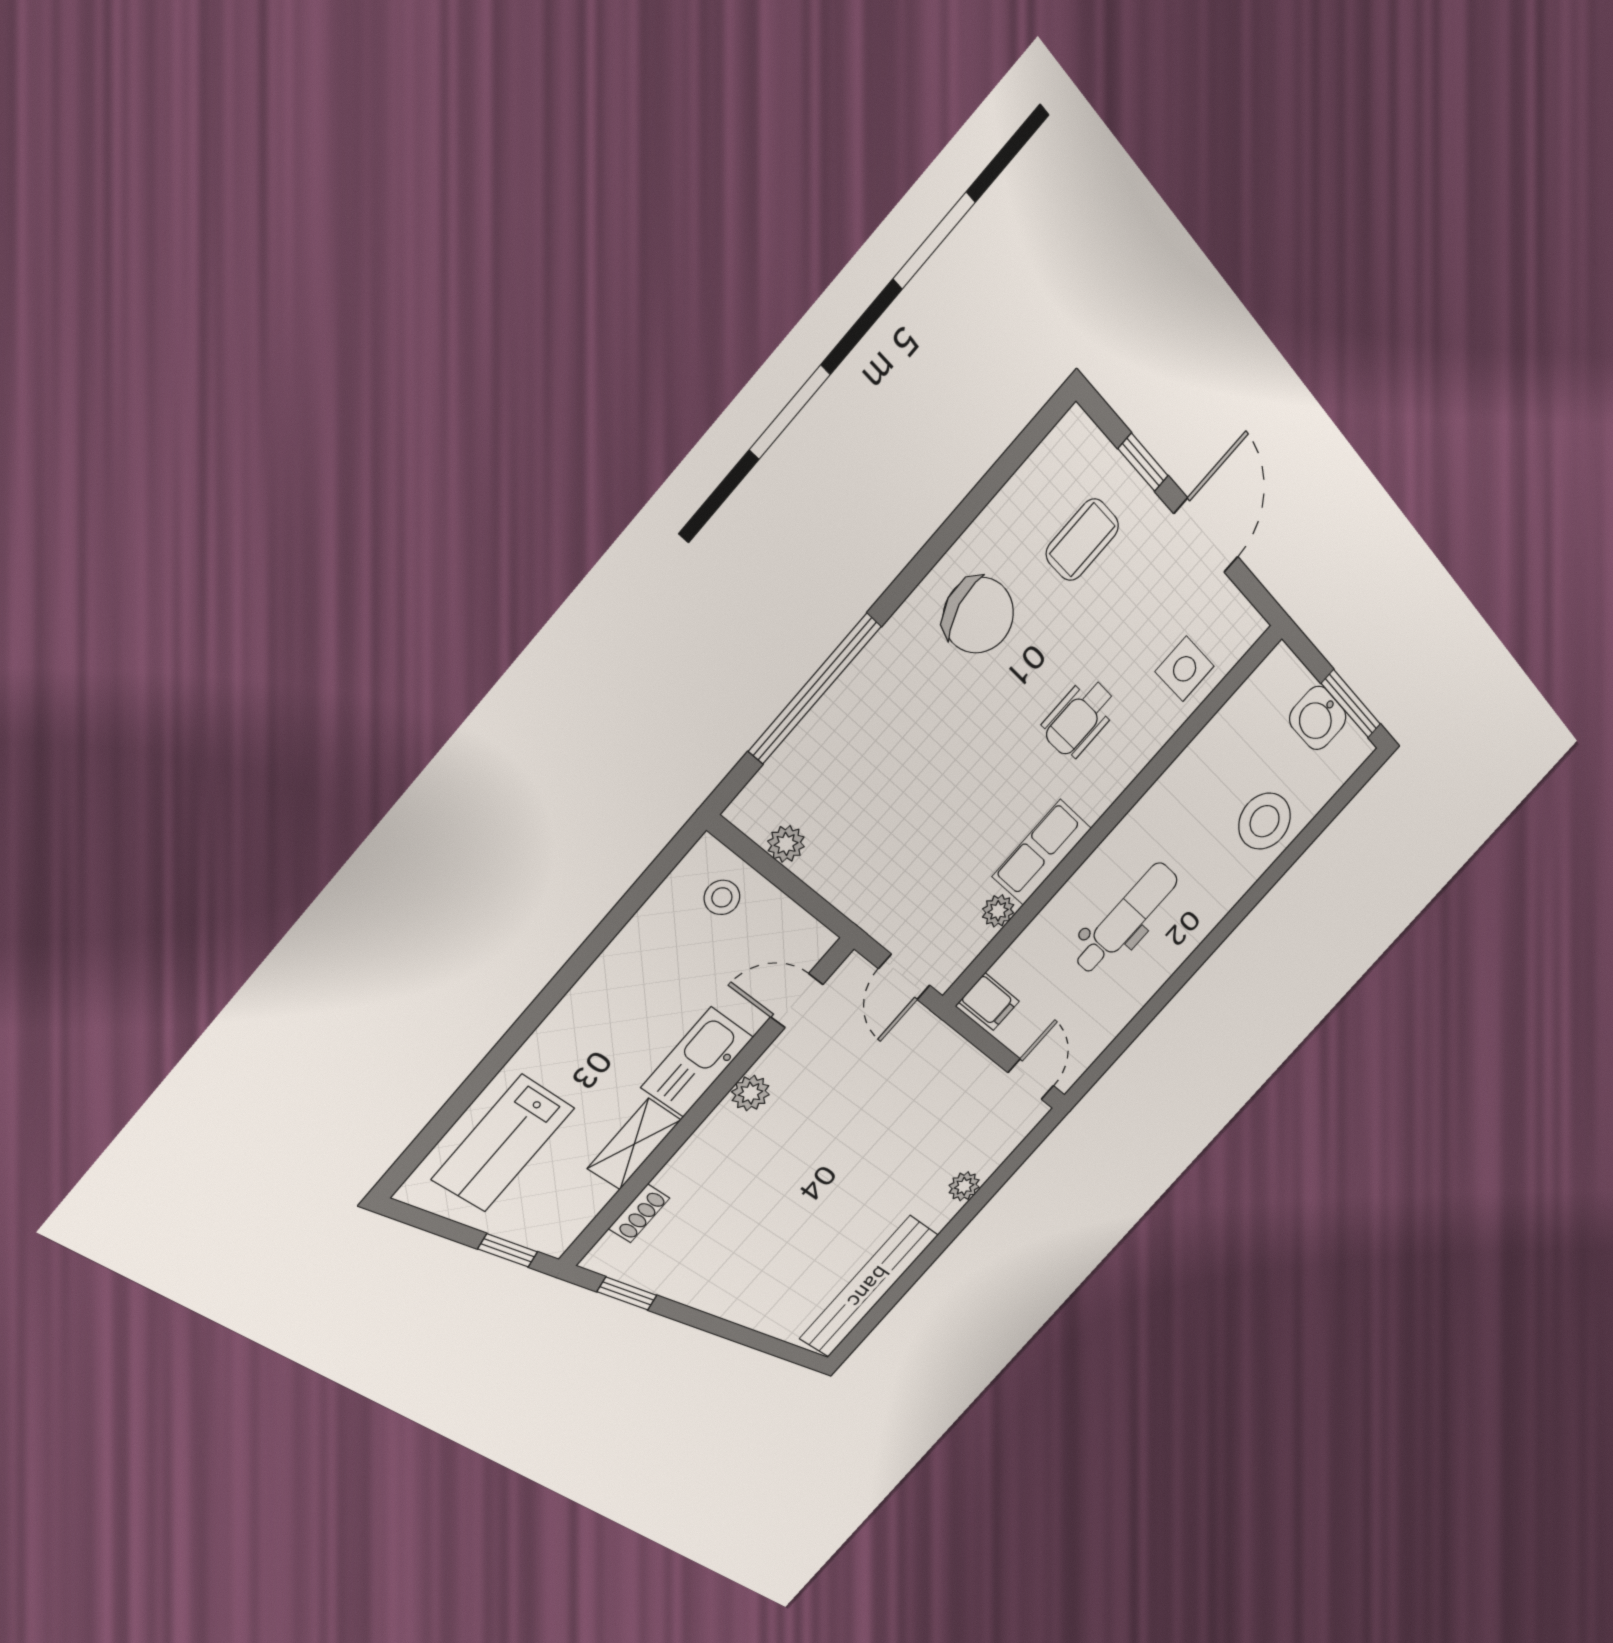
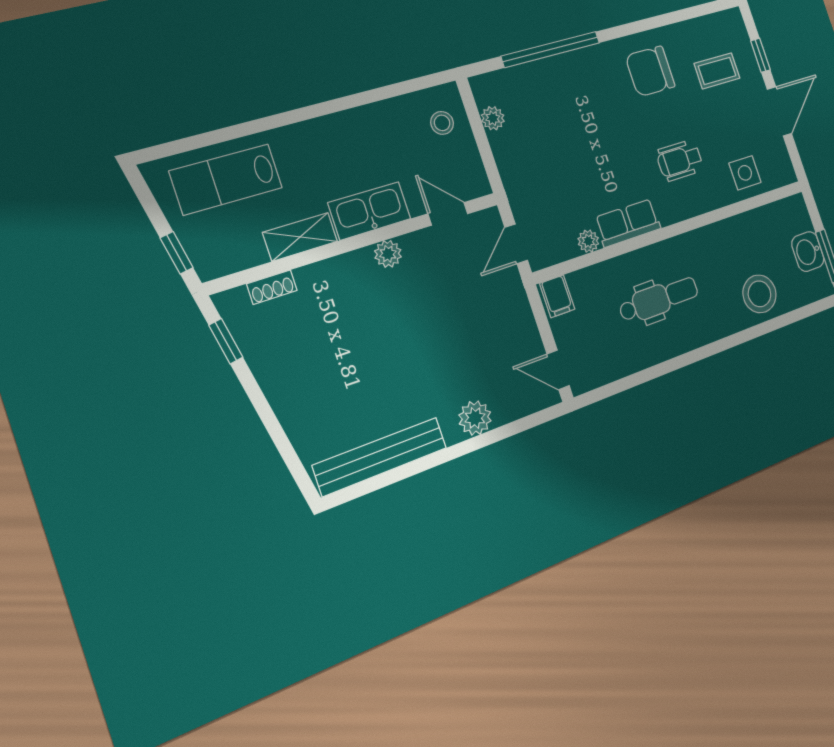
chair: (978, 615) -> (650, 71), turned 104
door: (1031, 1079) -> (558, 370), swing flipped
plant: (964, 1186) -> (475, 418), width x1.38, depth x1.38

